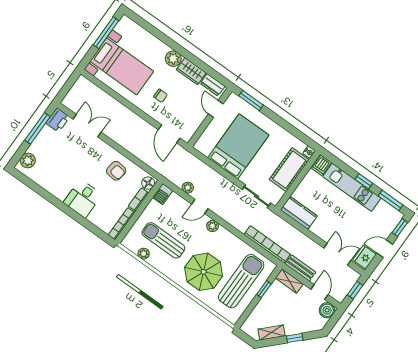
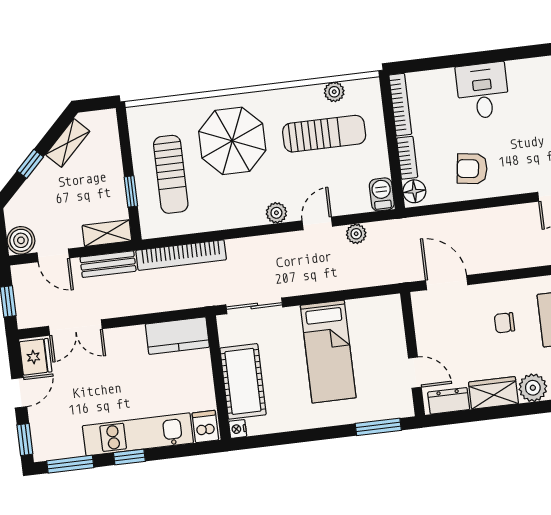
bed: (238, 146) -> (328, 352), width x0.67
sun lounger: (241, 281) -> (171, 174), width x0.73, depth x0.75

